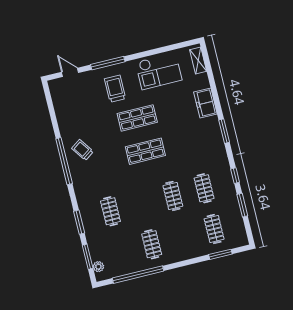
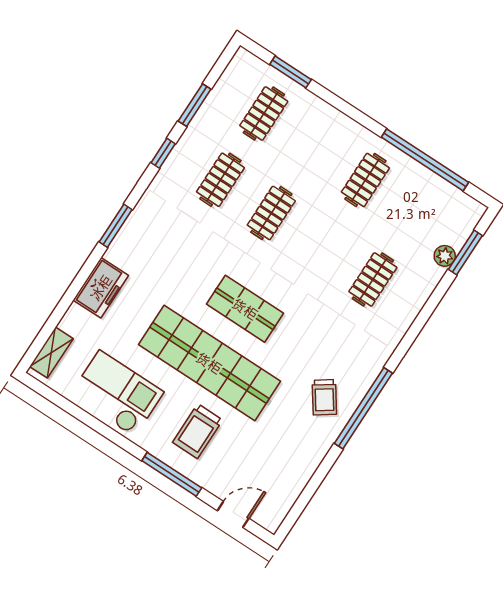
door: (70, 72) -> (233, 514), swing flipped
shop shelf: (137, 118) -> (209, 363), width x2.00, depth x1.36
window: (79, 222) -> (428, 309), removed
plant: (98, 267) -> (445, 256), moved

